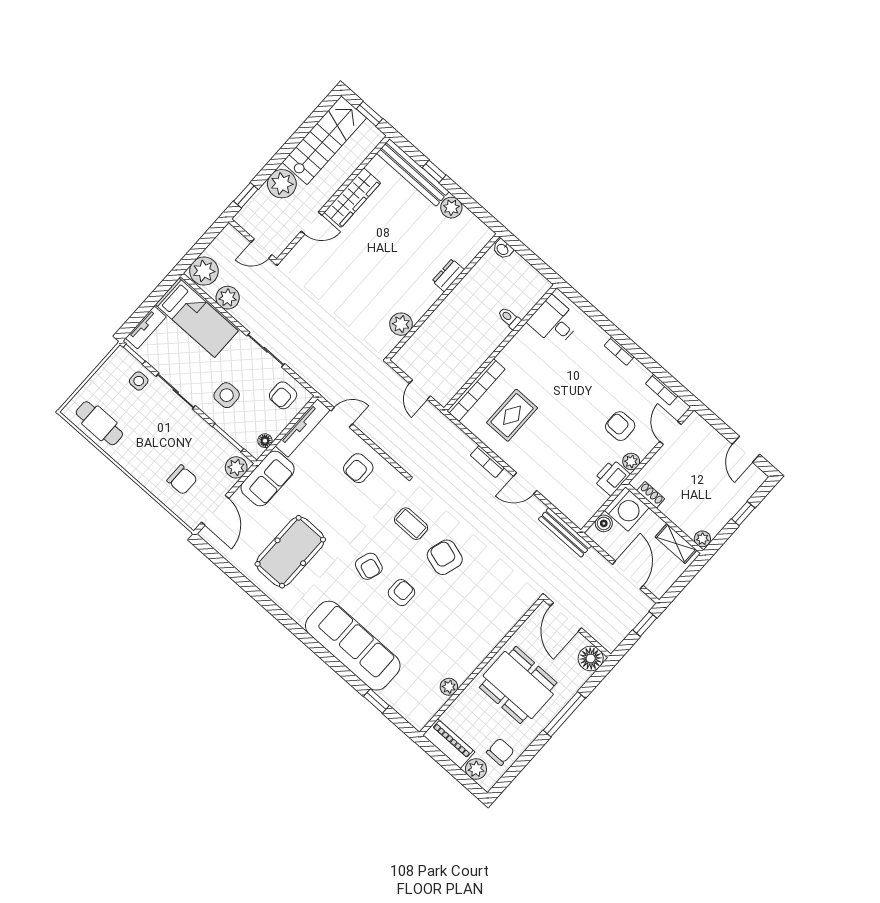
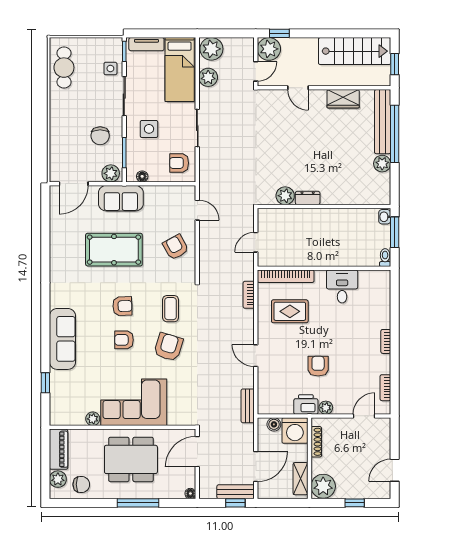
window: (434, 171) -> (395, 134), width x3.17
plant: (282, 184) -> (269, 49), moved
wardrobe: (352, 198) -> (343, 99), width x0.67
door: (262, 249) -> (256, 71), swing flipped
window: (525, 253) -> (395, 232), added
dresser: (448, 275) -> (308, 198), moved
toilet: (509, 318) -> (385, 258), moved
desk: (554, 322) -> (342, 286), moved
armchair: (620, 426) -> (318, 366), moved
tv unit: (303, 428) -> (170, 192), removed
bookcase: (487, 462) -> (249, 295), moved
armchair: (358, 468) -> (176, 247), turned 61
chair: (182, 480) -> (100, 136), moved
shoe rack: (651, 495) -> (316, 442), width x1.43
bench: (565, 532) -> (248, 406), width x0.73
plant: (702, 539) -> (323, 486), width x1.88, depth x1.88
pool table: (290, 552) -> (114, 250), moved
armchair: (369, 566) -> (122, 306), turned -111
armchair: (402, 593) -> (124, 340), turned 180
bench: (635, 615) -> (236, 492), added
corner sofa: (468, 635) -> (134, 402), added
sofa: (353, 646) -> (62, 339), width x0.74, depth x0.79
floor lamp: (591, 658) -> (190, 494), width x0.53, depth x0.53
dining table: (518, 685) -> (131, 459), turned 90

